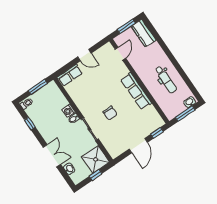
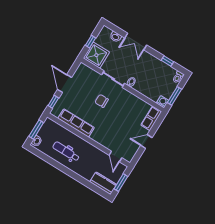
row of seats: (136, 91) -> (76, 123), moved
washing machine: (69, 111) -> (162, 102), moved

